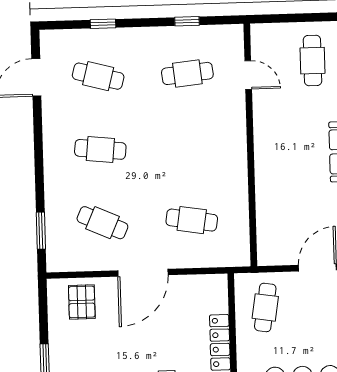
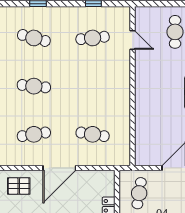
cafe table: (102, 223) -> (34, 134), turned -33
pallet: (82, 302) -> (19, 186), turned 90

